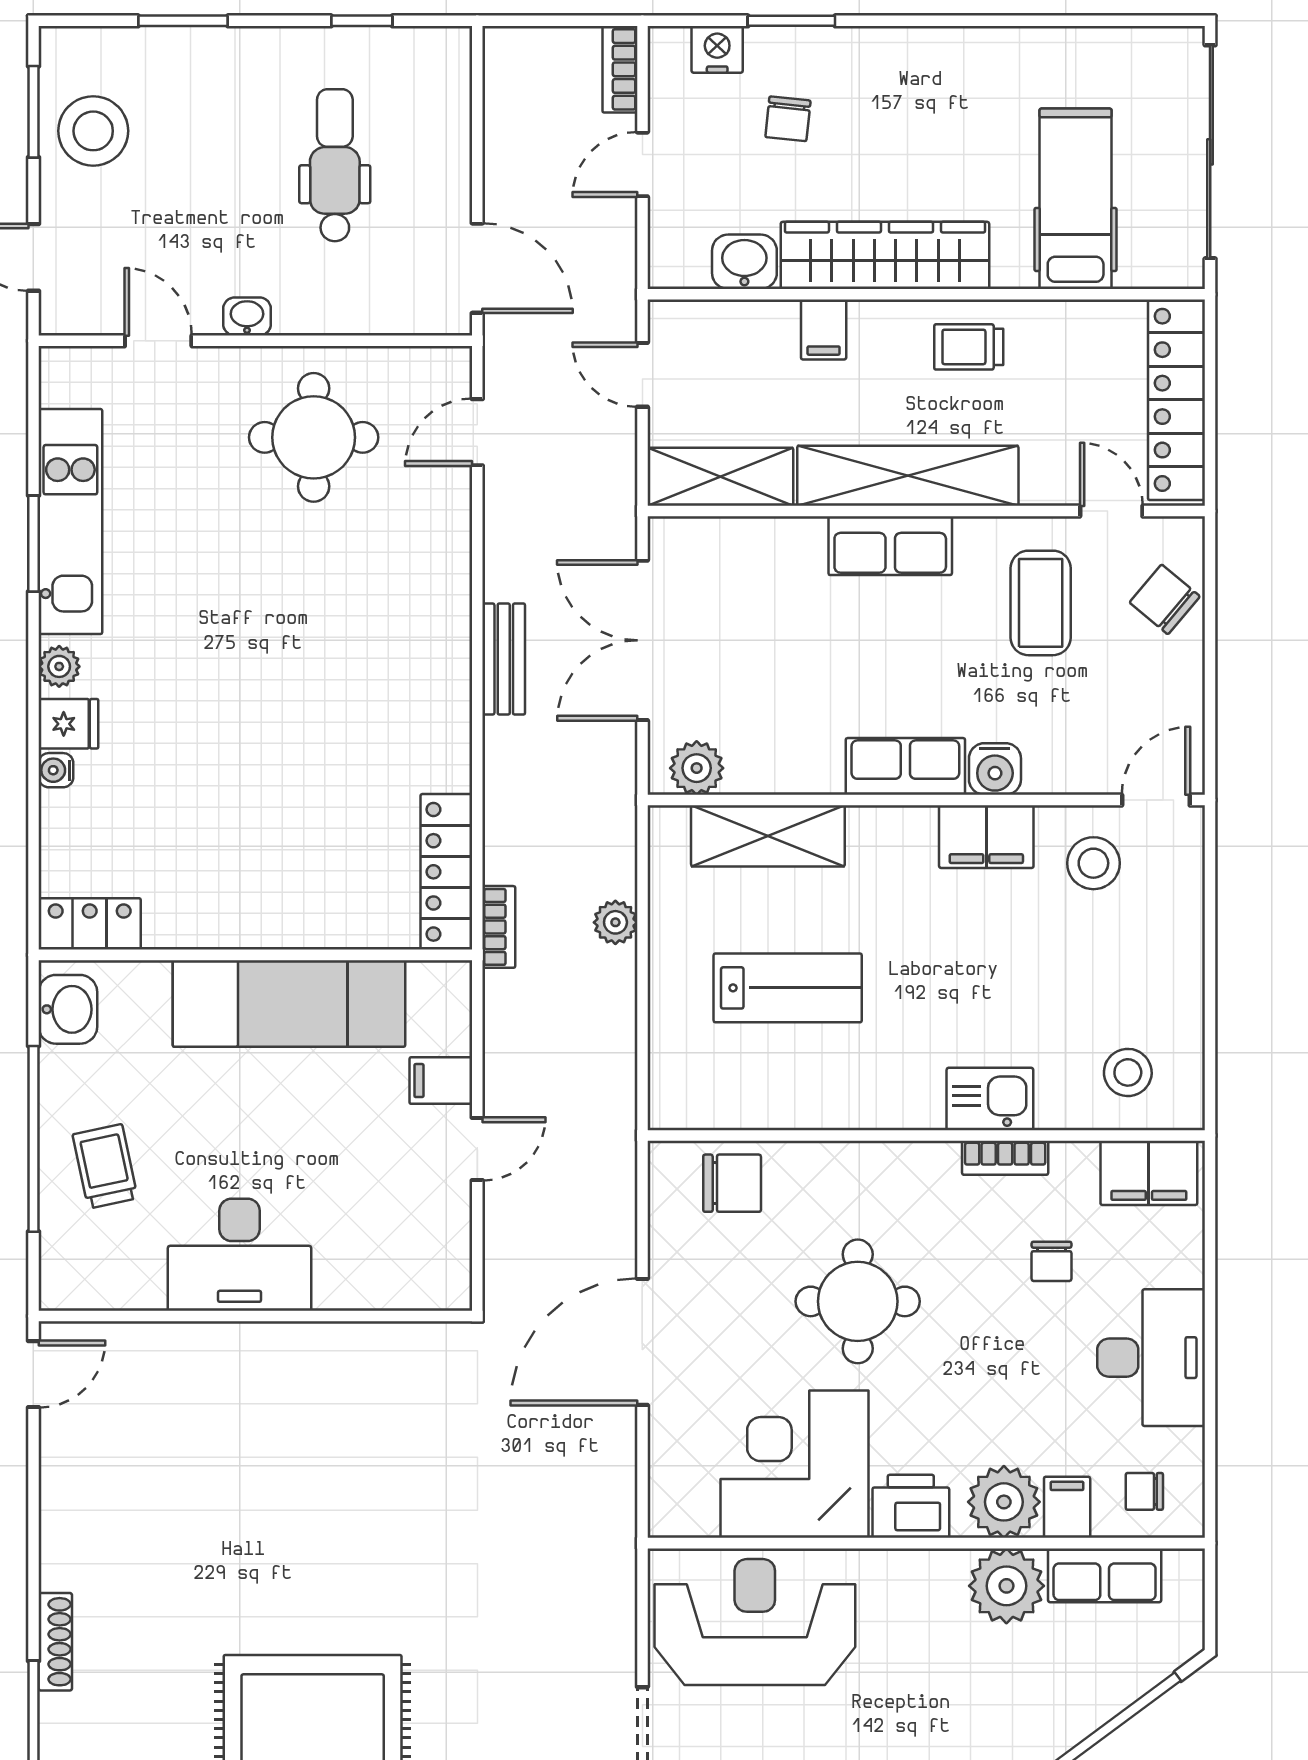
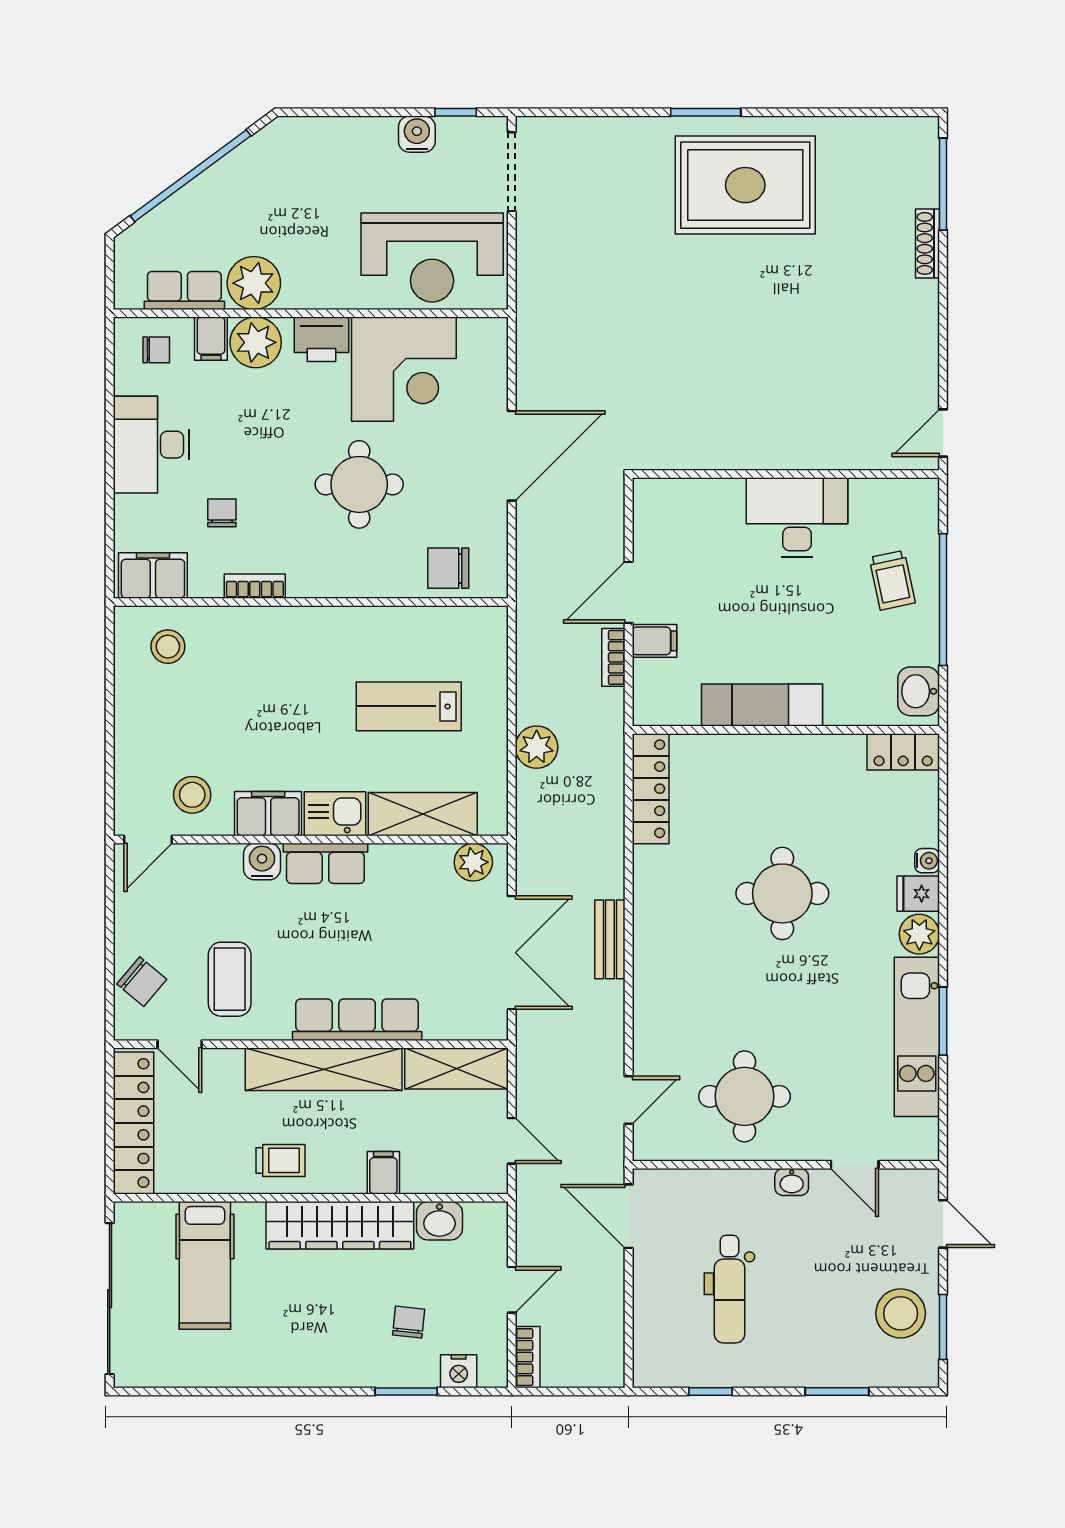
row of seats: (890, 546) -> (357, 1020), width x1.48
plant: (59, 666) -> (919, 934), width x1.38, depth x1.38
round table: (260, 724) -> (782, 893), added
plant: (615, 922) -> (537, 747), width x1.38, depth x1.38
bookcase: (499, 927) -> (613, 657), moved
exam couch: (289, 1003) -> (762, 705), width x0.73, depth x0.69
kitchen sink: (990, 1099) -> (335, 814), moved, turned 180
door: (477, 1149) -> (629, 592), width x1.38

